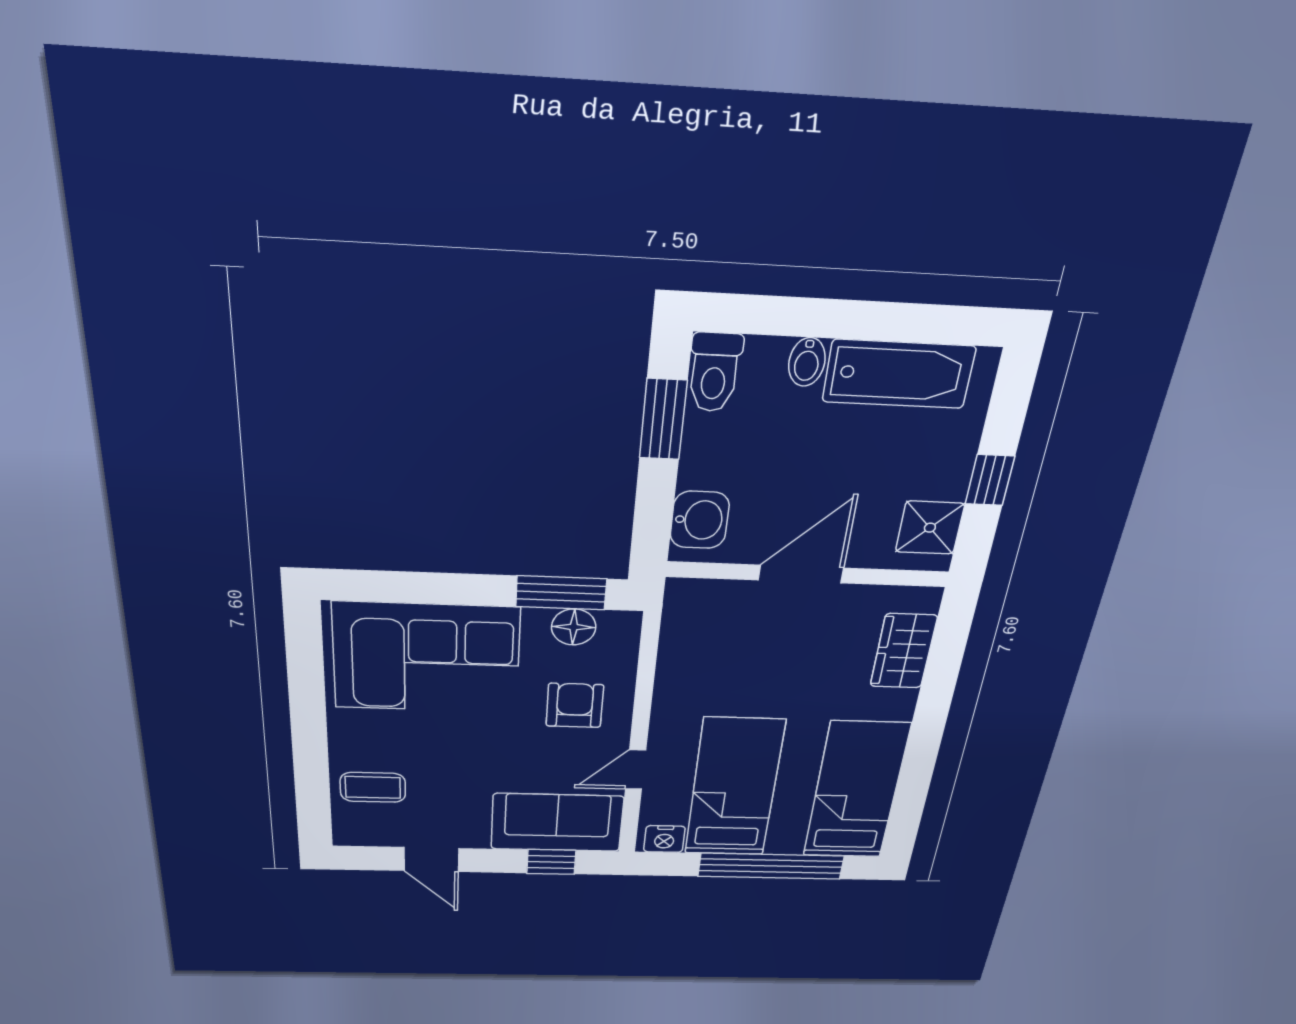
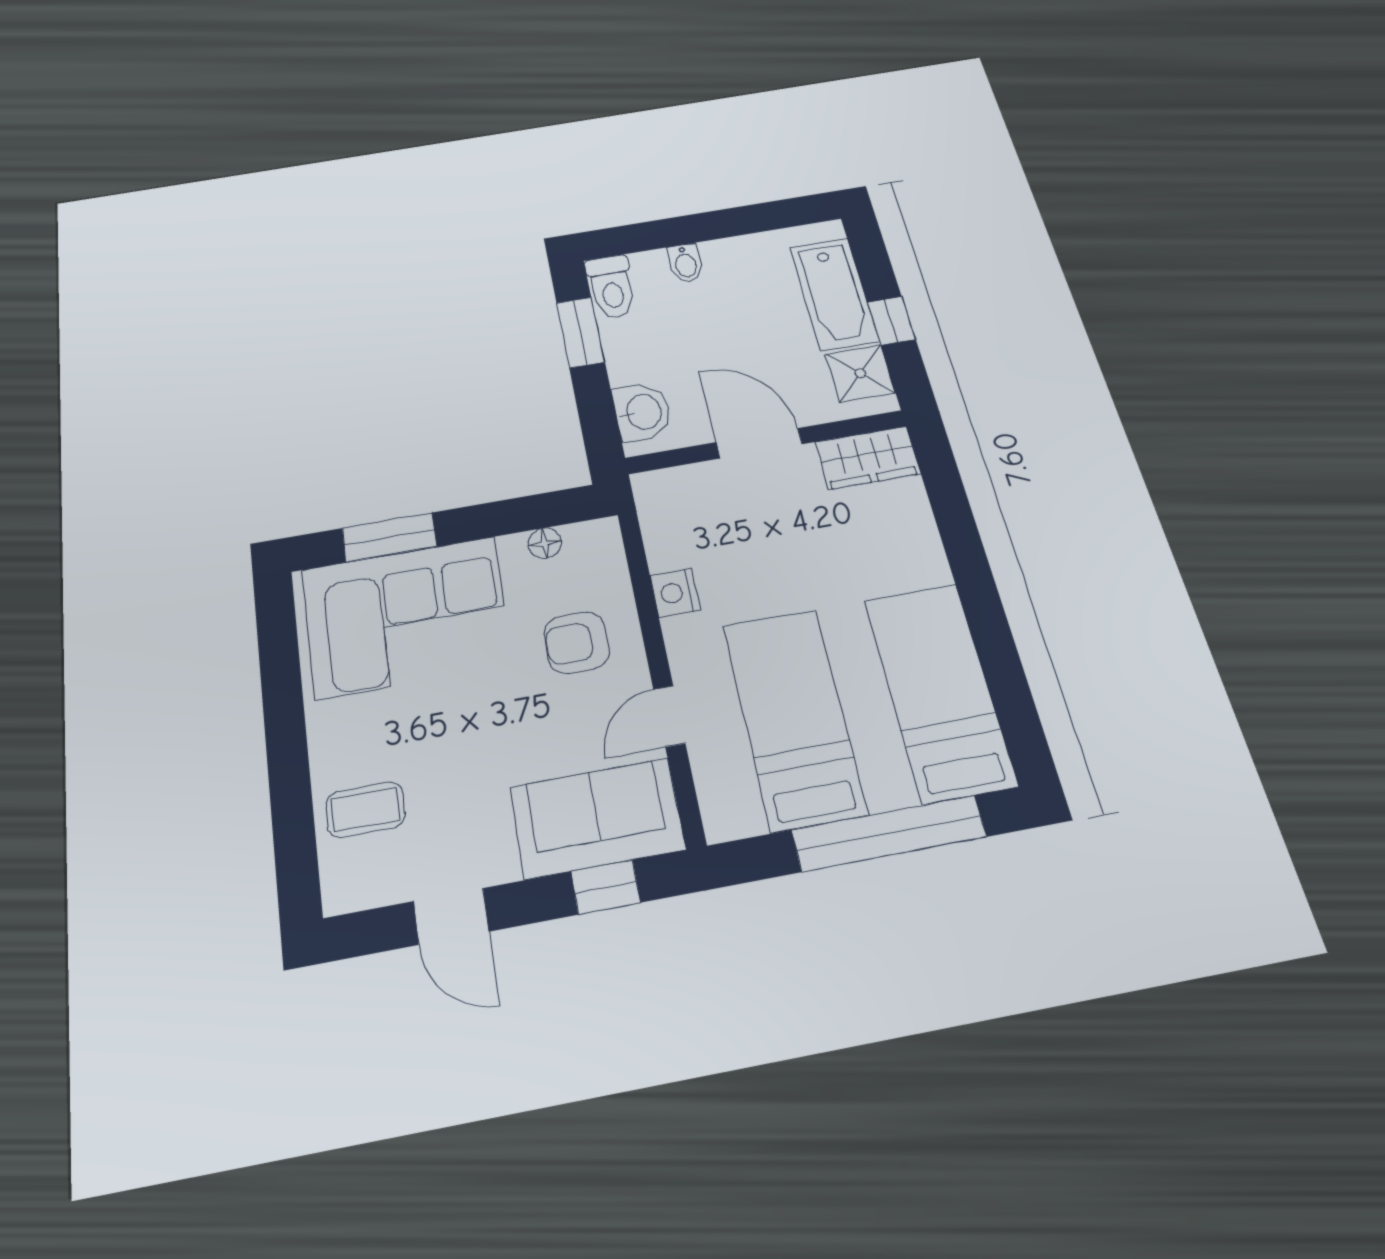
bathtub: (899, 374) -> (834, 294), moved, turned 90
door: (801, 574) -> (759, 443), hinge flipped
window: (561, 593) -> (389, 537), moved
floor lamp: (574, 627) -> (545, 543), width x0.73, depth x0.73
wardrobe: (904, 651) -> (868, 458), moved, turned -90
armchair: (575, 705) -> (577, 643), turned -90
nightstand: (664, 839) -> (675, 593), moved, turned 90

